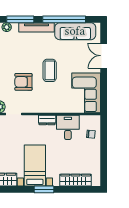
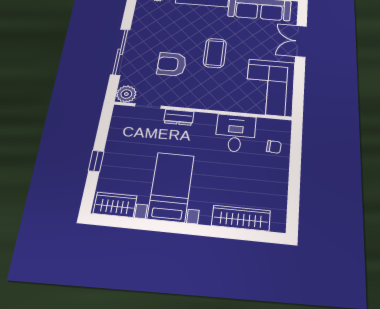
dresser: (47, 120) -> (179, 117), moved
window: (44, 189) -> (182, 228), removed

